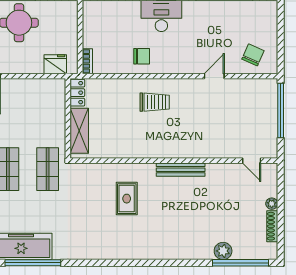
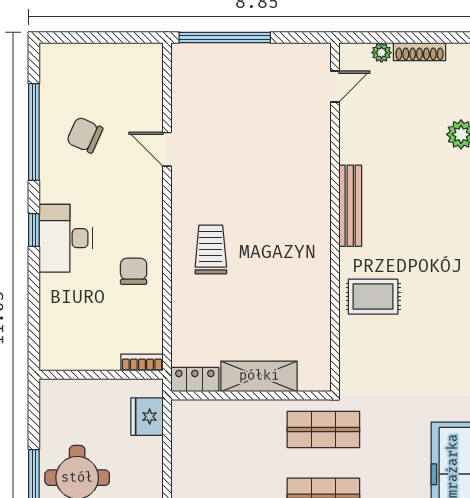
chair: (253, 55) -> (85, 135), moved
wall: (174, 161) -> (335, 217), moved
door: (252, 161) -> (335, 86), moved
bench: (181, 170) -> (350, 206), moved

